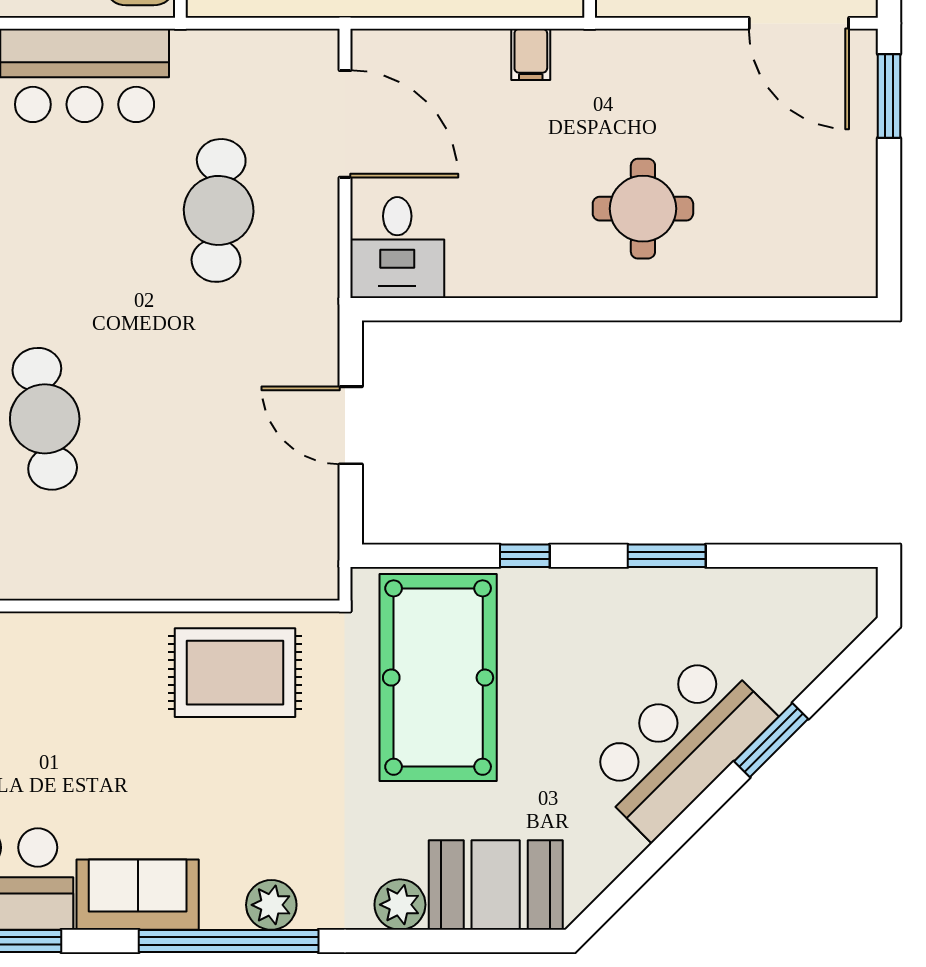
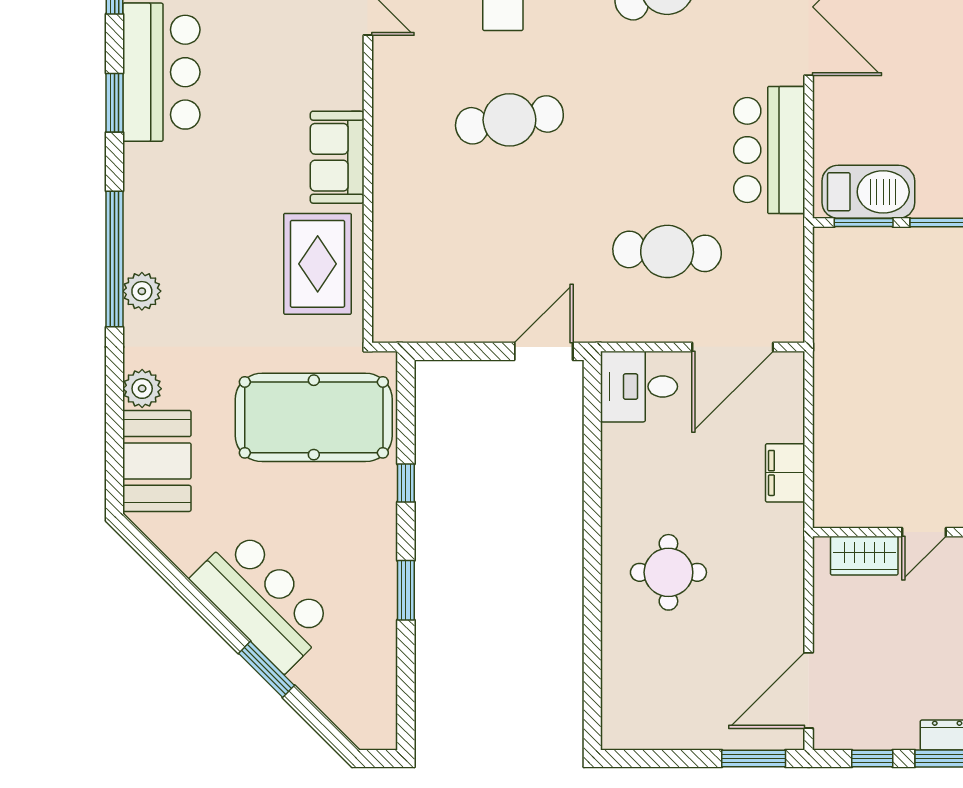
filing cabinet: (531, 54) -> (785, 473), width x2.00
door: (351, 425) -> (544, 351), moved
sofa: (138, 895) -> (337, 157), moved, turned 180

